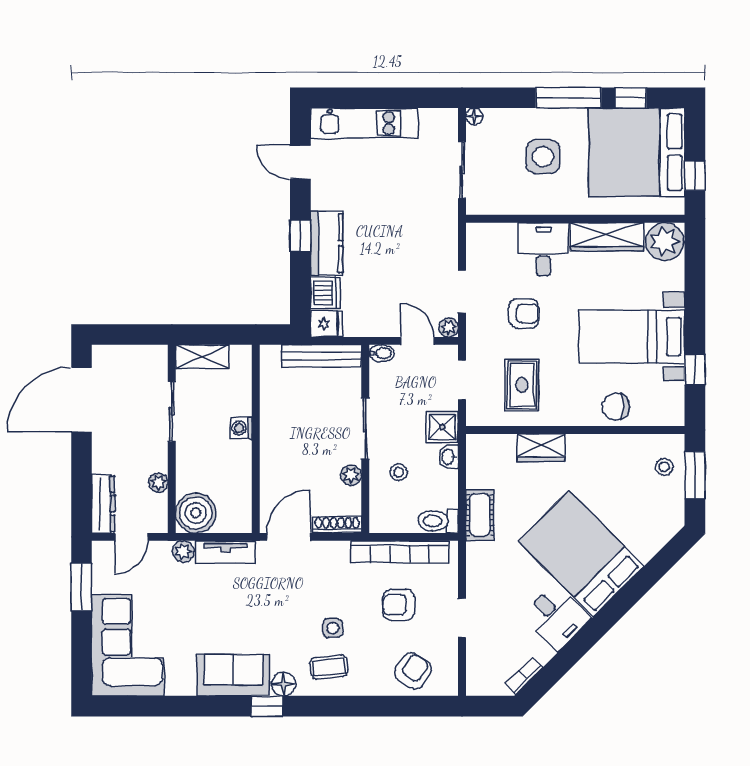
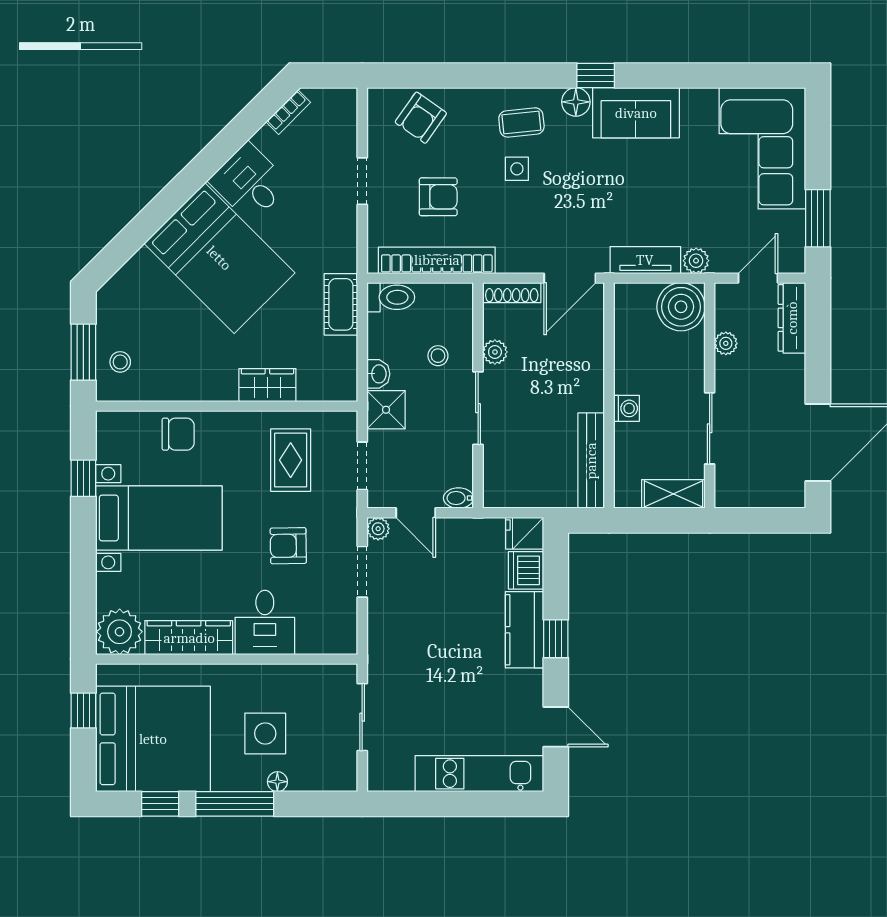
floor lamp: (474, 116) -> (277, 782), moved
bench: (322, 356) -> (591, 461), moved, turned 90

